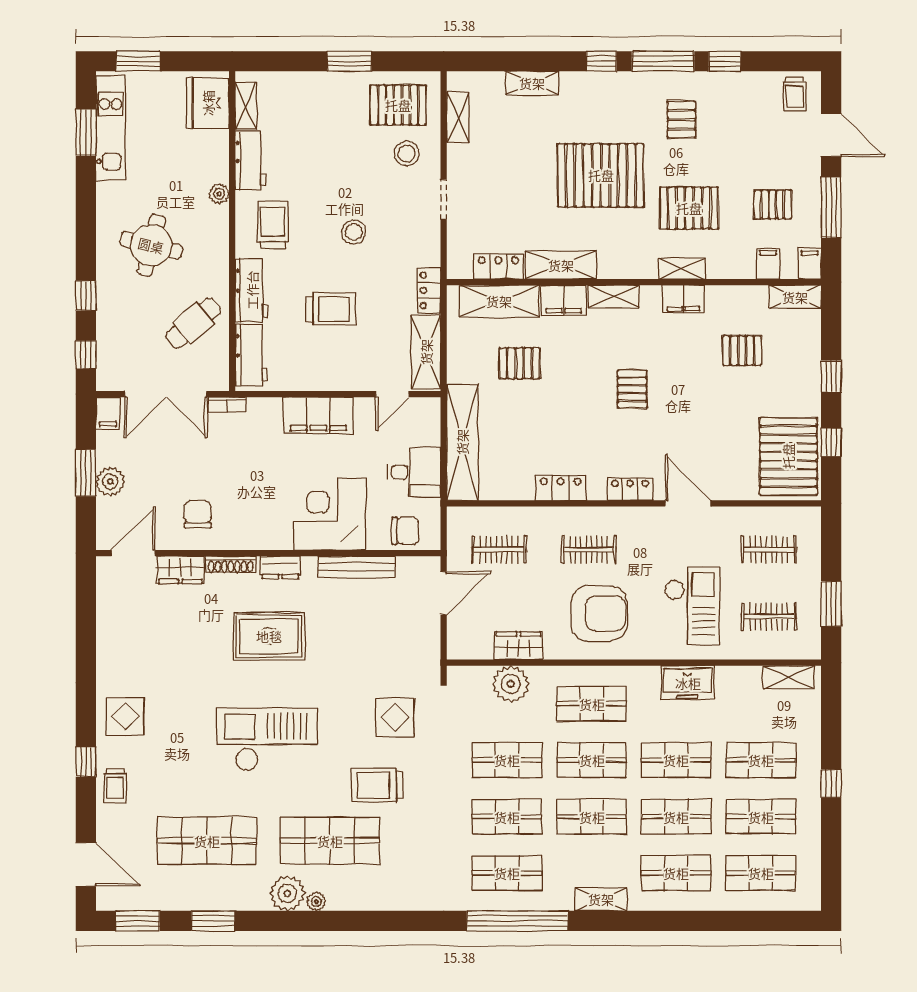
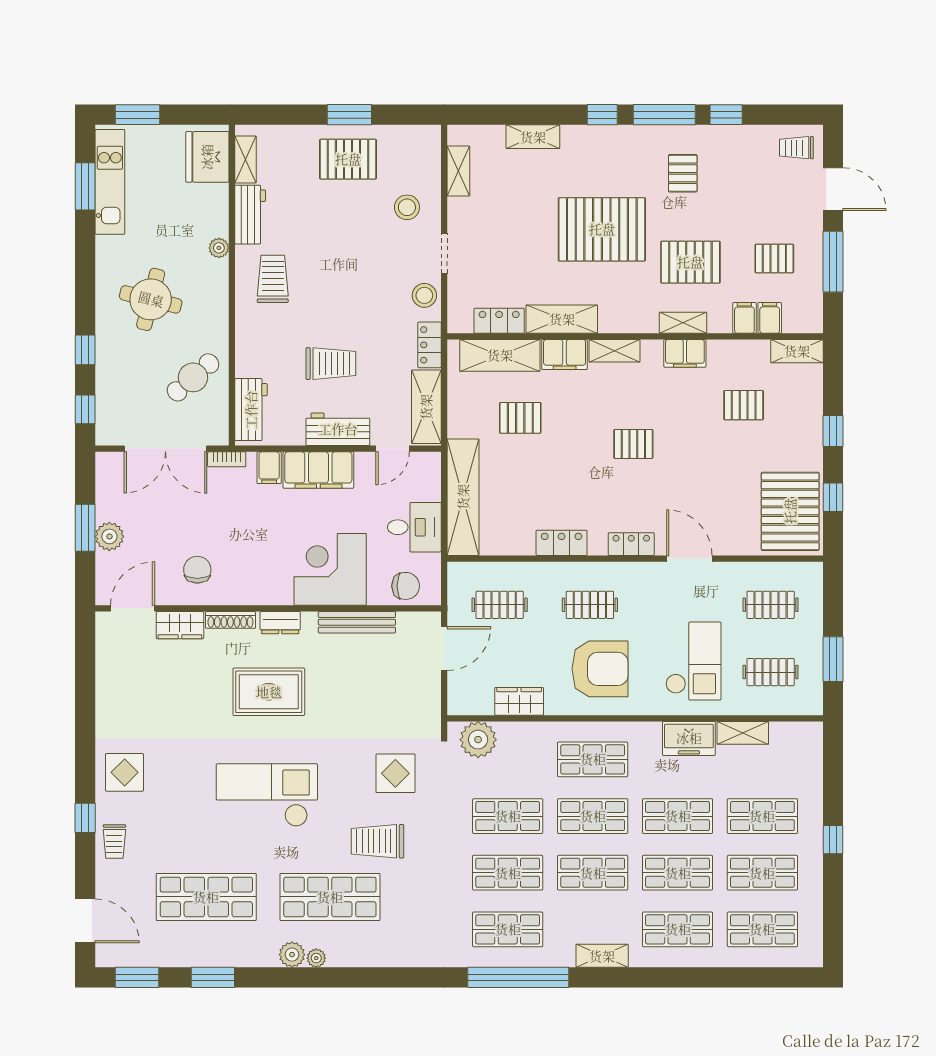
trolley: (795, 94) -> (796, 148), turned 91
pallet: (398, 105) -> (348, 159), moved
stool: (354, 232) -> (424, 295), moved
filing cabinet: (810, 264) -> (744, 318), moved
workbench: (252, 290) -> (338, 429), moved, turned -90
pallet: (632, 389) -> (633, 444), turned 90
filing cabinet: (108, 413) -> (269, 468), moved
shelving: (789, 677) -> (743, 733), moved
plant: (511, 684) -> (478, 740), moved
plant: (287, 893) -> (292, 955), width x0.73, depth x0.73

